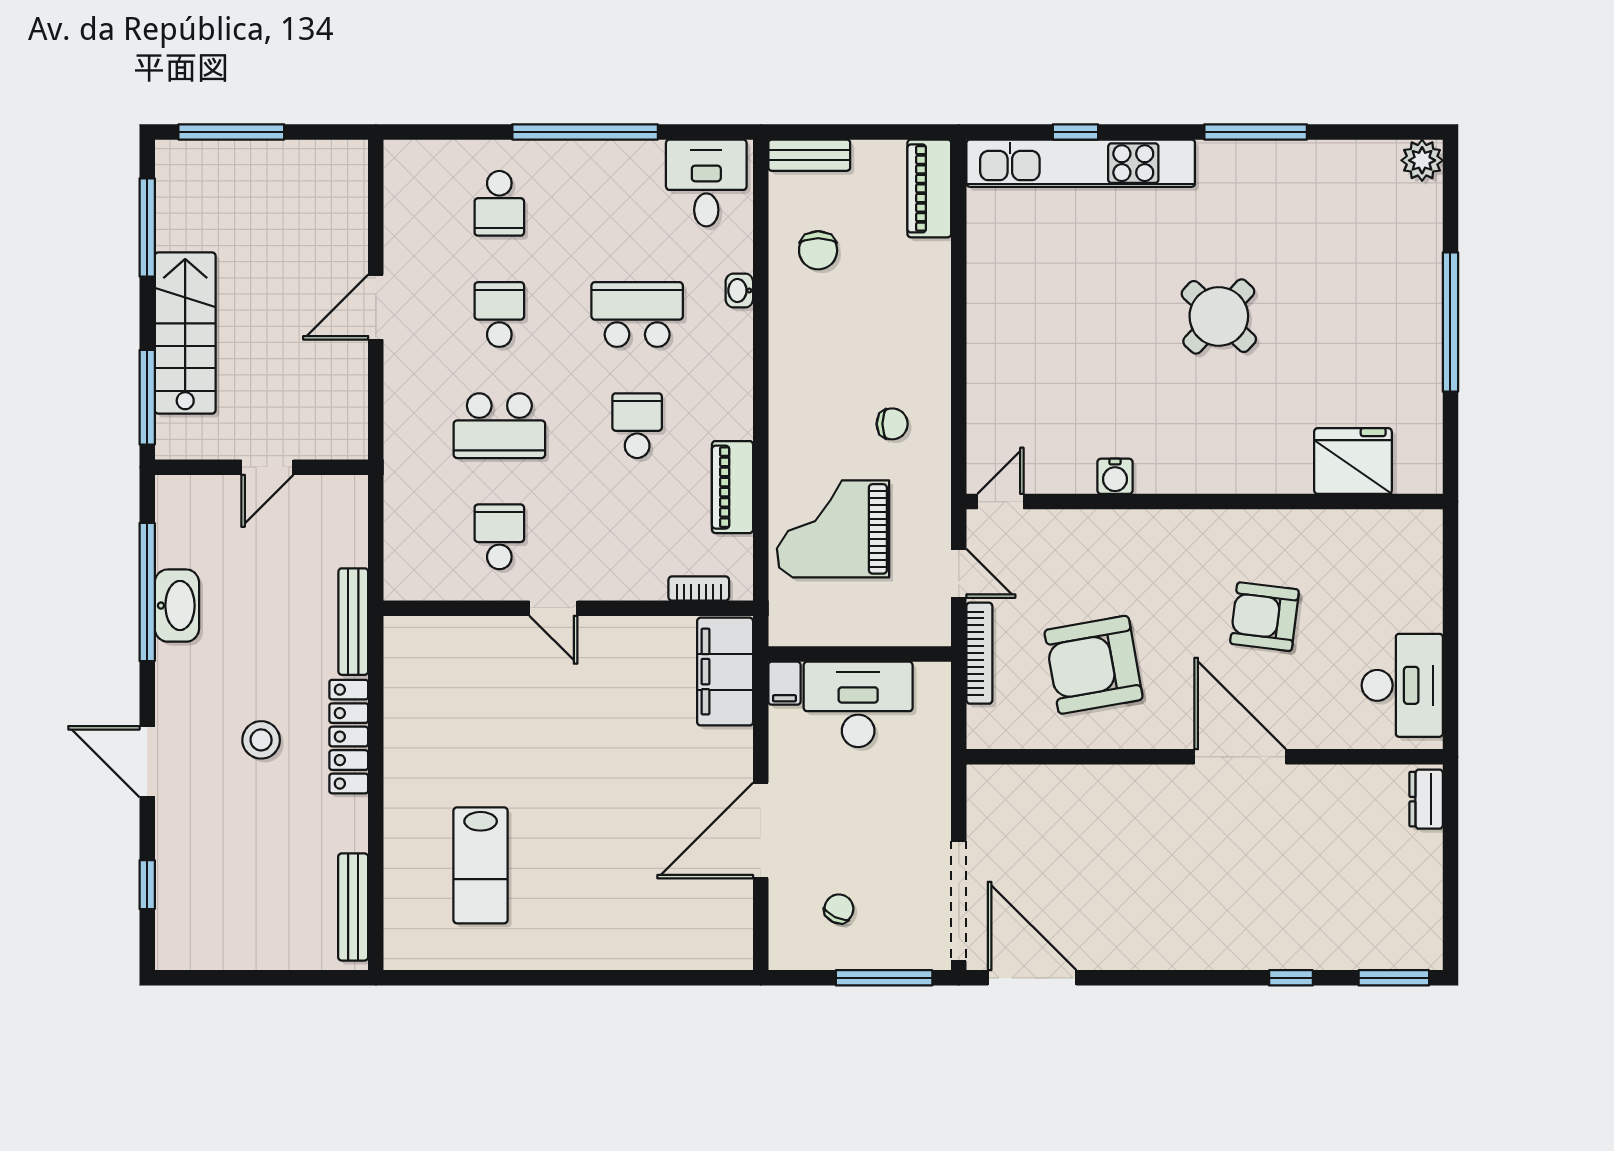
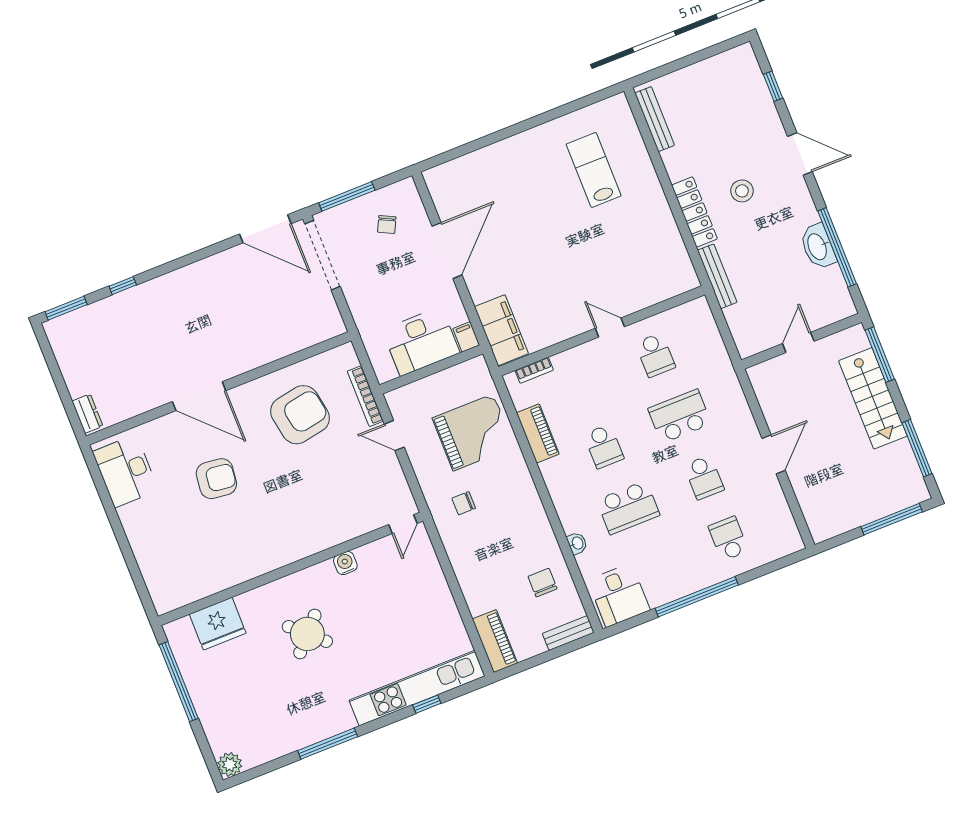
fridge: (1353, 461) -> (218, 624), moved
water cooler: (1115, 476) -> (345, 563), moved
door: (1000, 502) -> (403, 524), moved
wall: (1205, 502) -> (291, 569), moved

